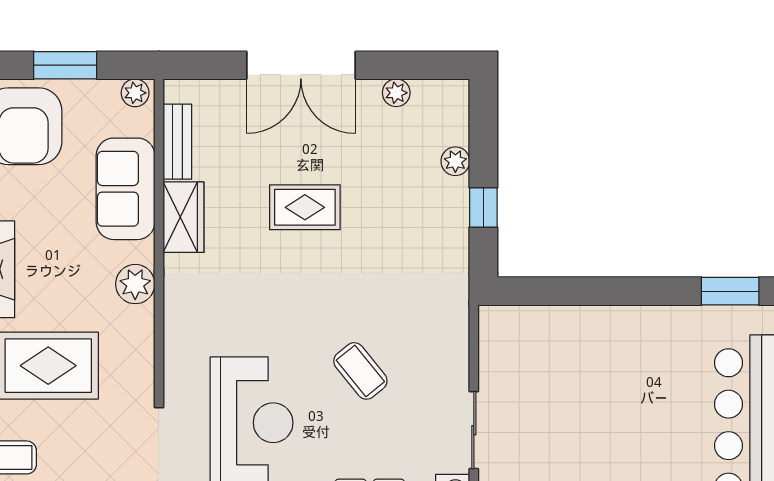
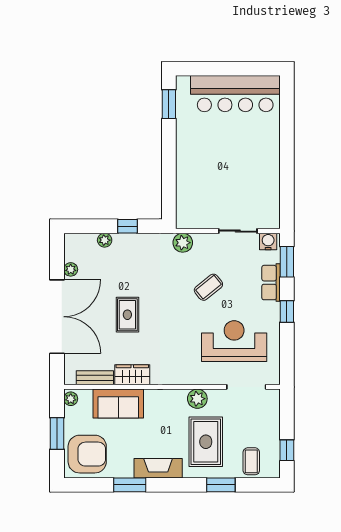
double door: (301, 65) -> (57, 317), width x1.36
plant: (135, 284) -> (197, 399), moved
plant: (450, 319) -> (183, 243), added

